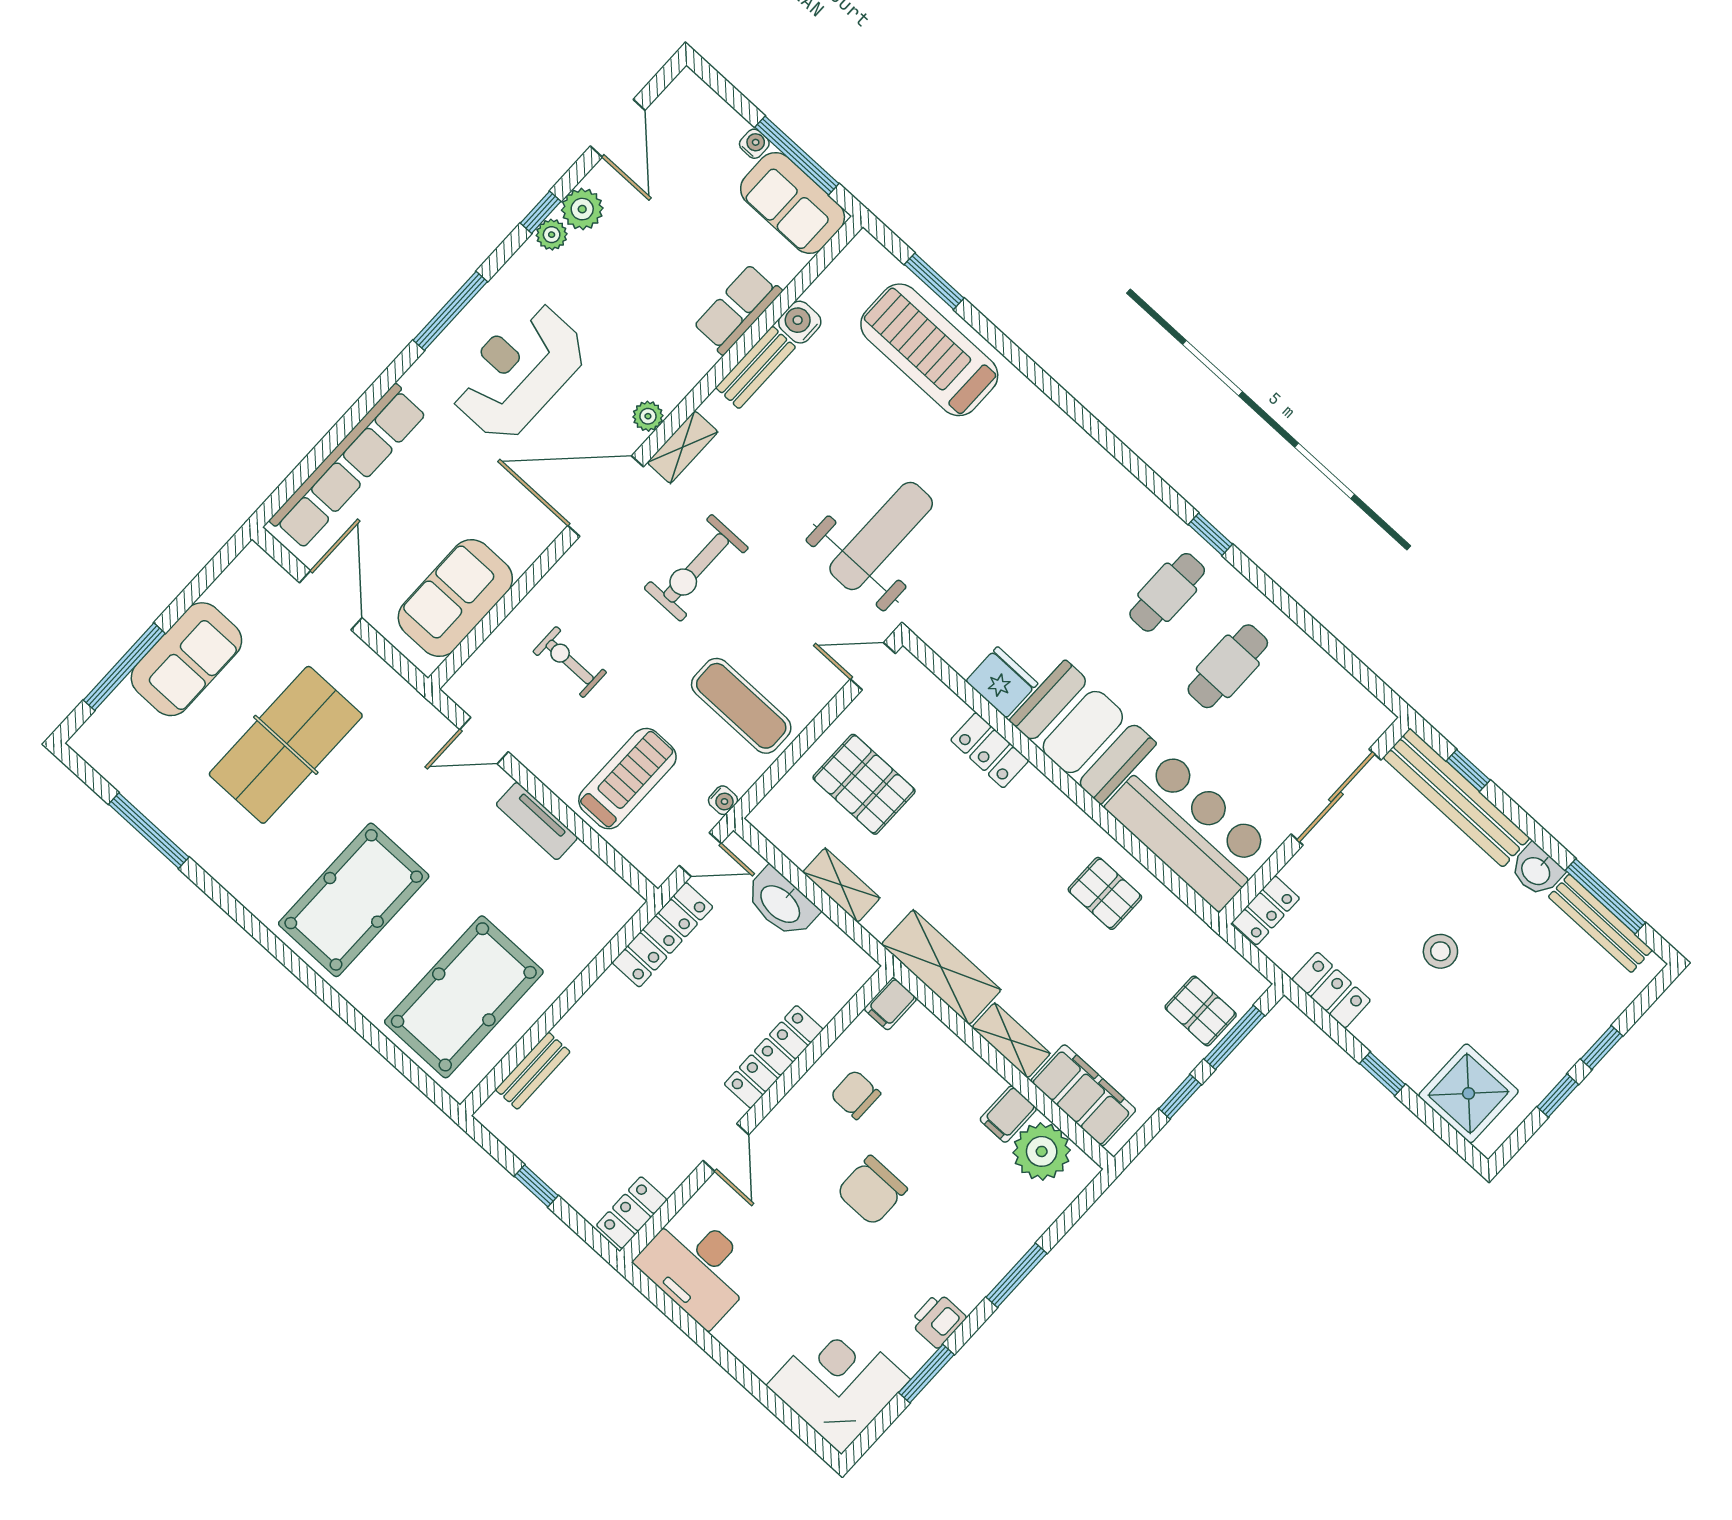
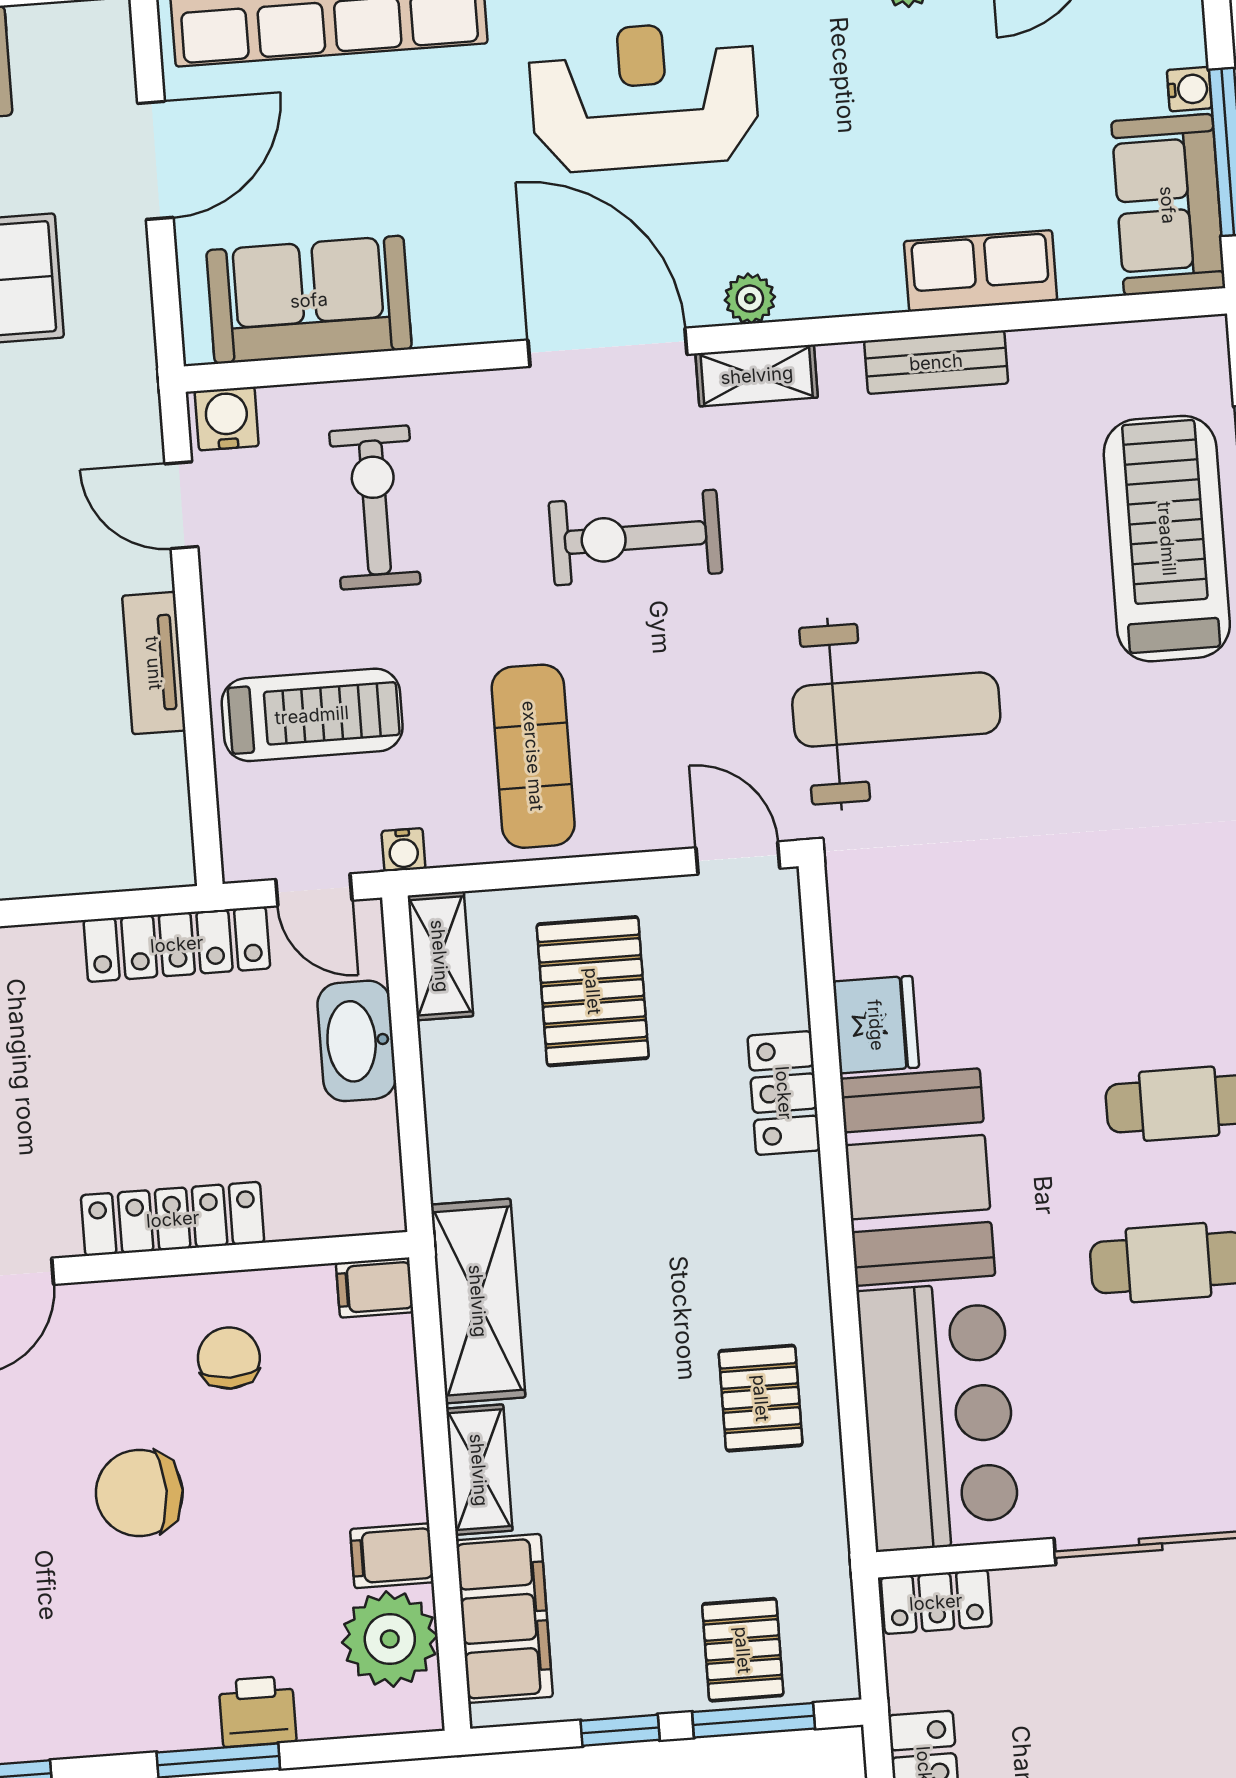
water cooler: (800, 322) -> (227, 419), moved
exercise bike: (570, 662) -> (375, 508), width x1.38, depth x1.39
shelving: (841, 885) -> (440, 956), moved
printer: (938, 1320) -> (257, 1711), moved

